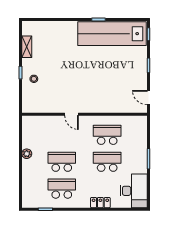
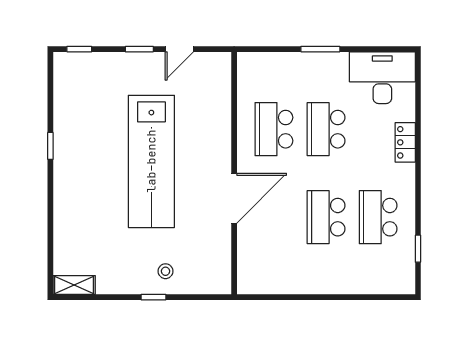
lab bench: (112, 34) -> (151, 161), moved
shelving: (27, 47) -> (74, 285), moved
door: (148, 98) -> (179, 49), moved
door: (72, 114) -> (234, 198), width x1.87
plant: (27, 154) -> (311, 285), removed

